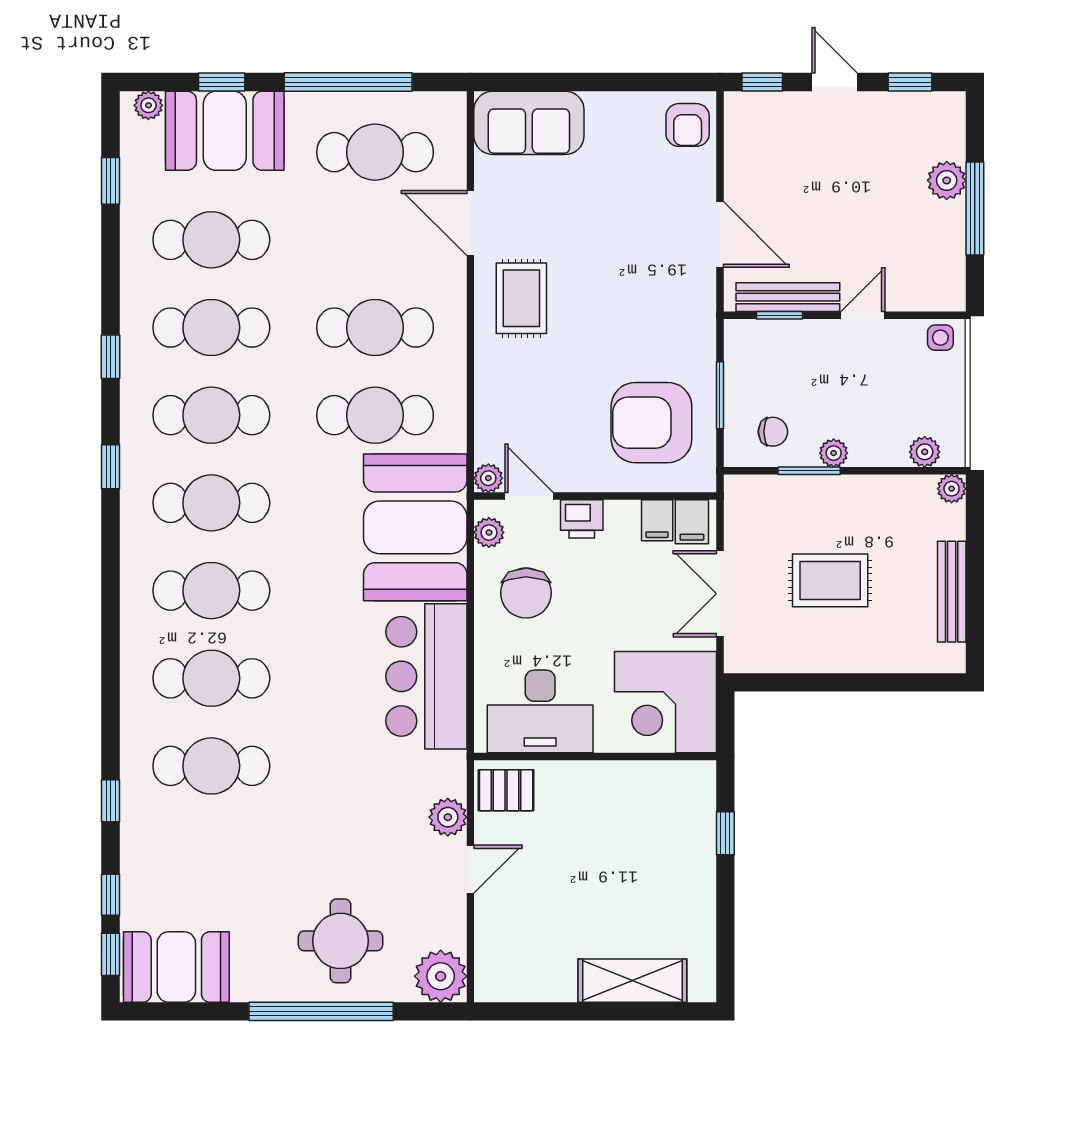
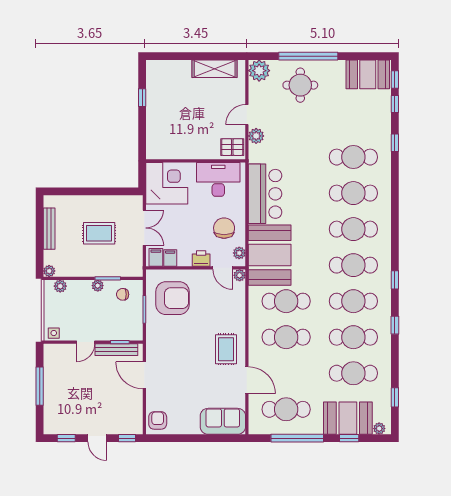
plant: (947, 180) -> (51, 398), removed
window: (725, 833) -> (142, 98), moved
shelving: (632, 981) -> (215, 69), moved

